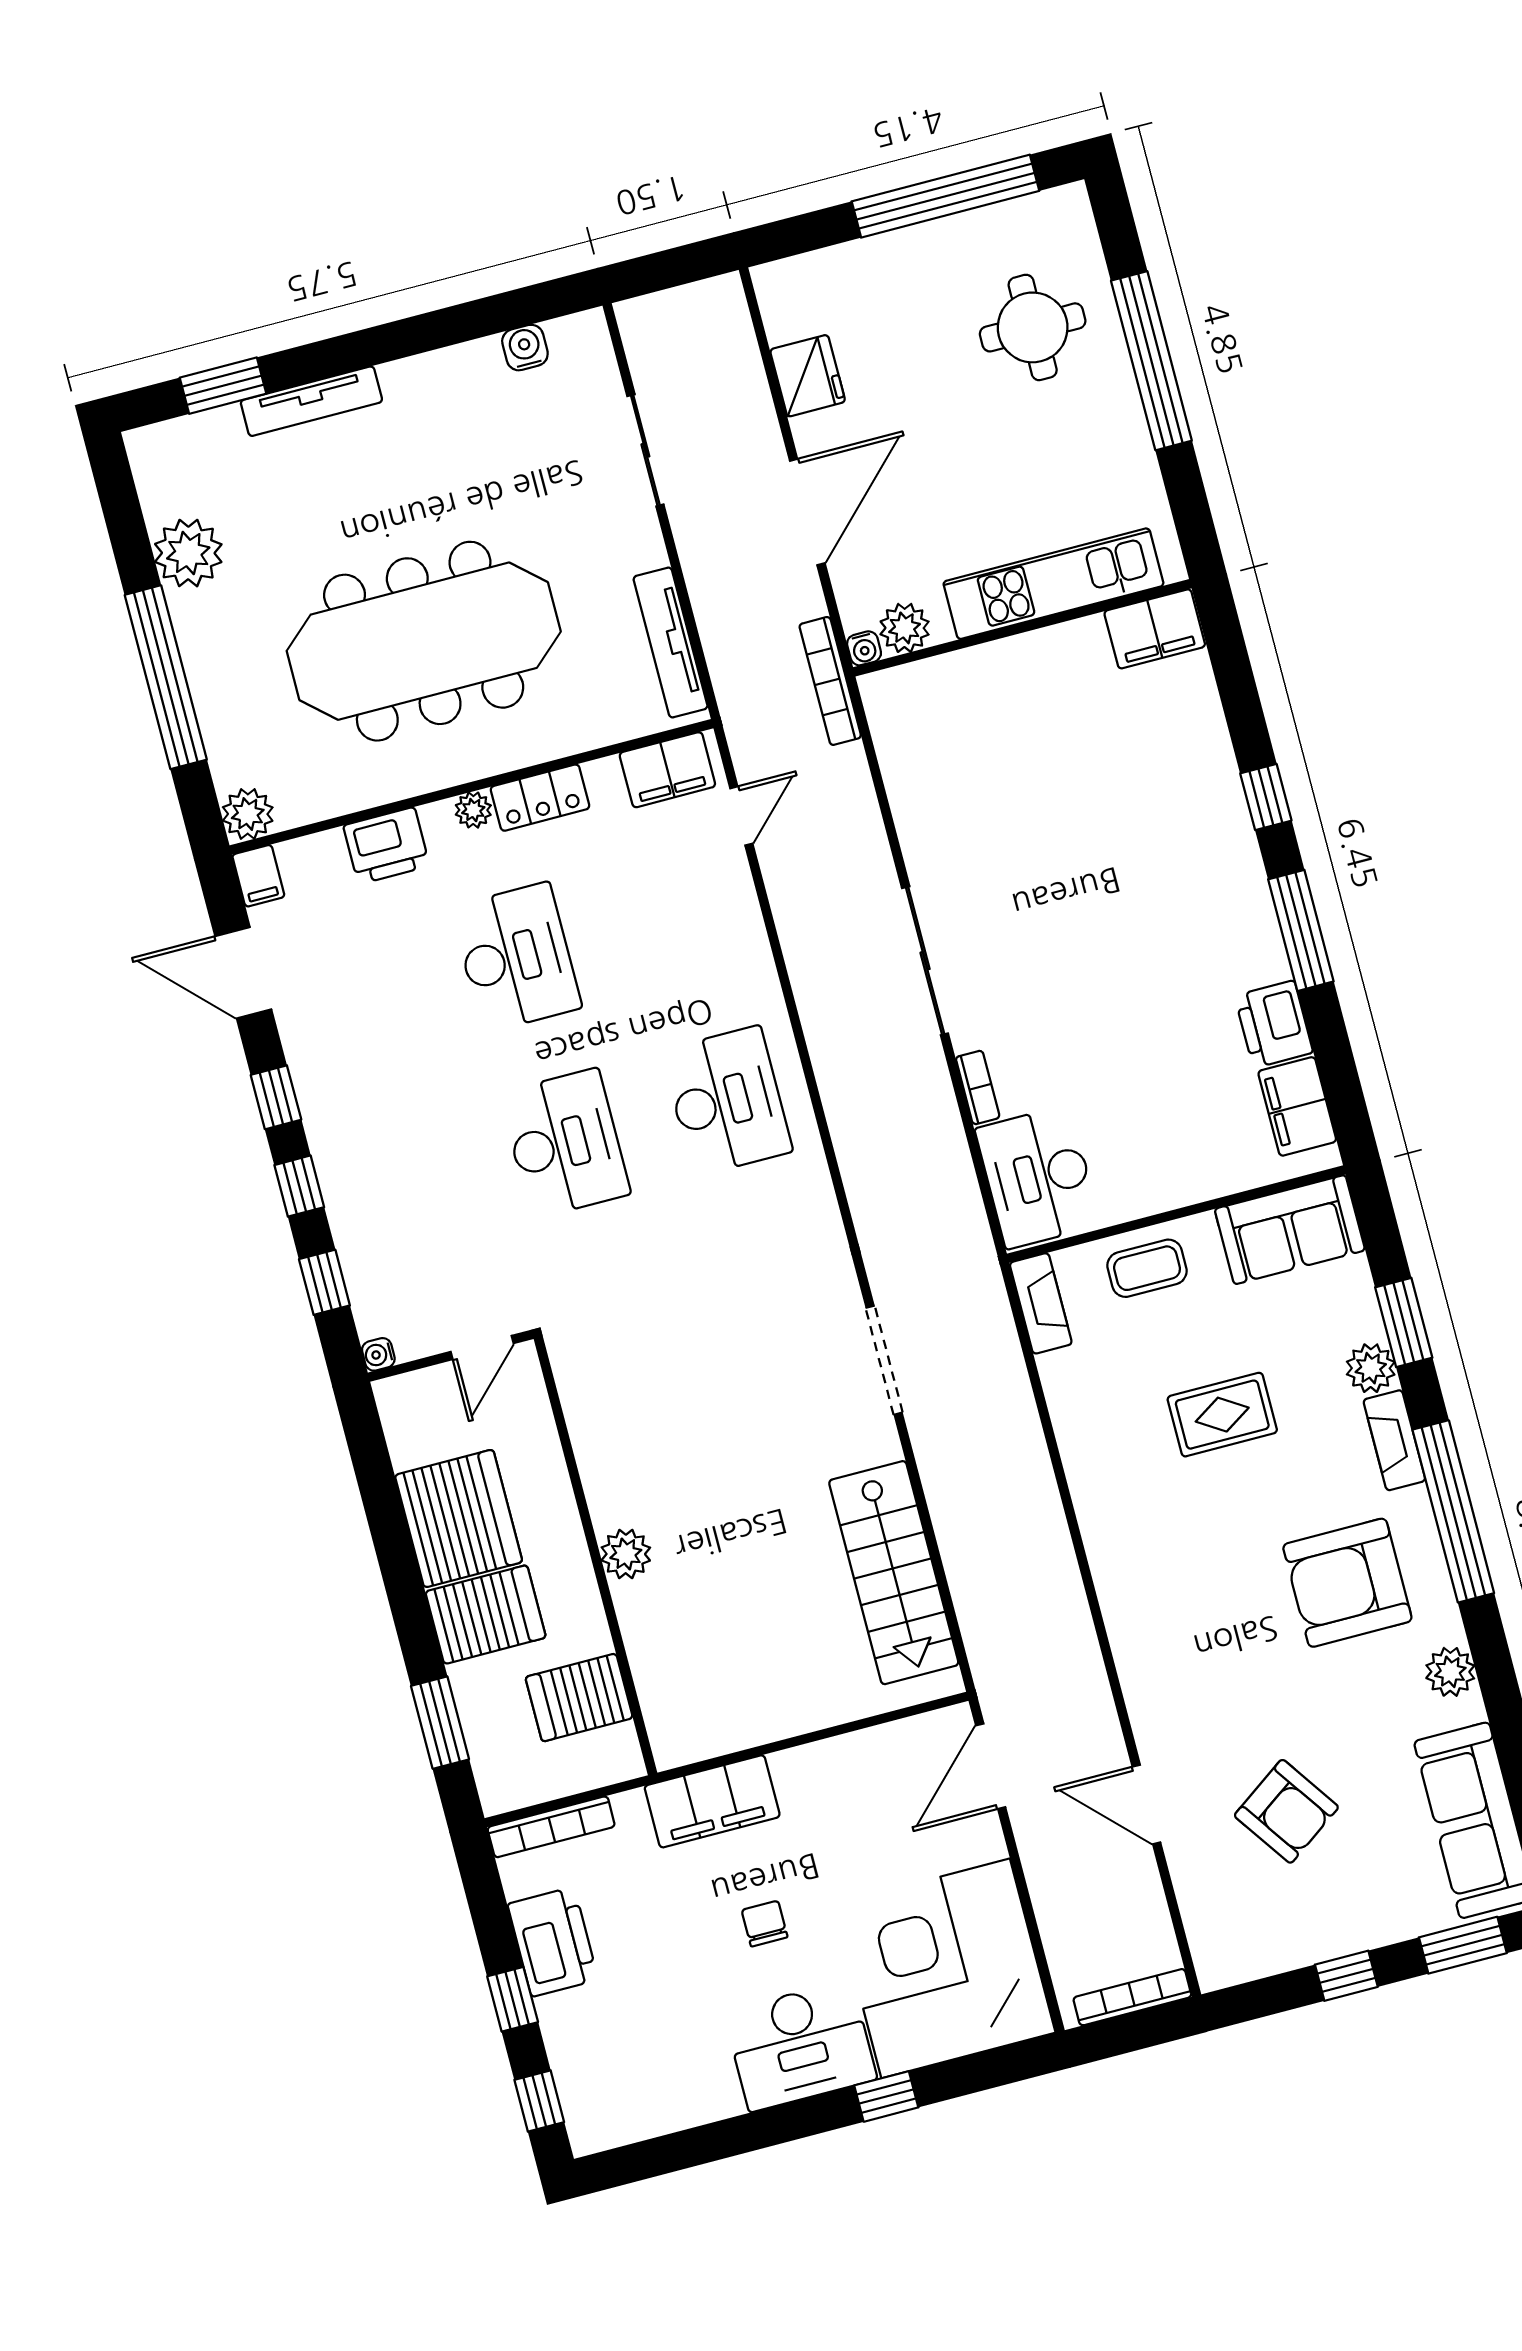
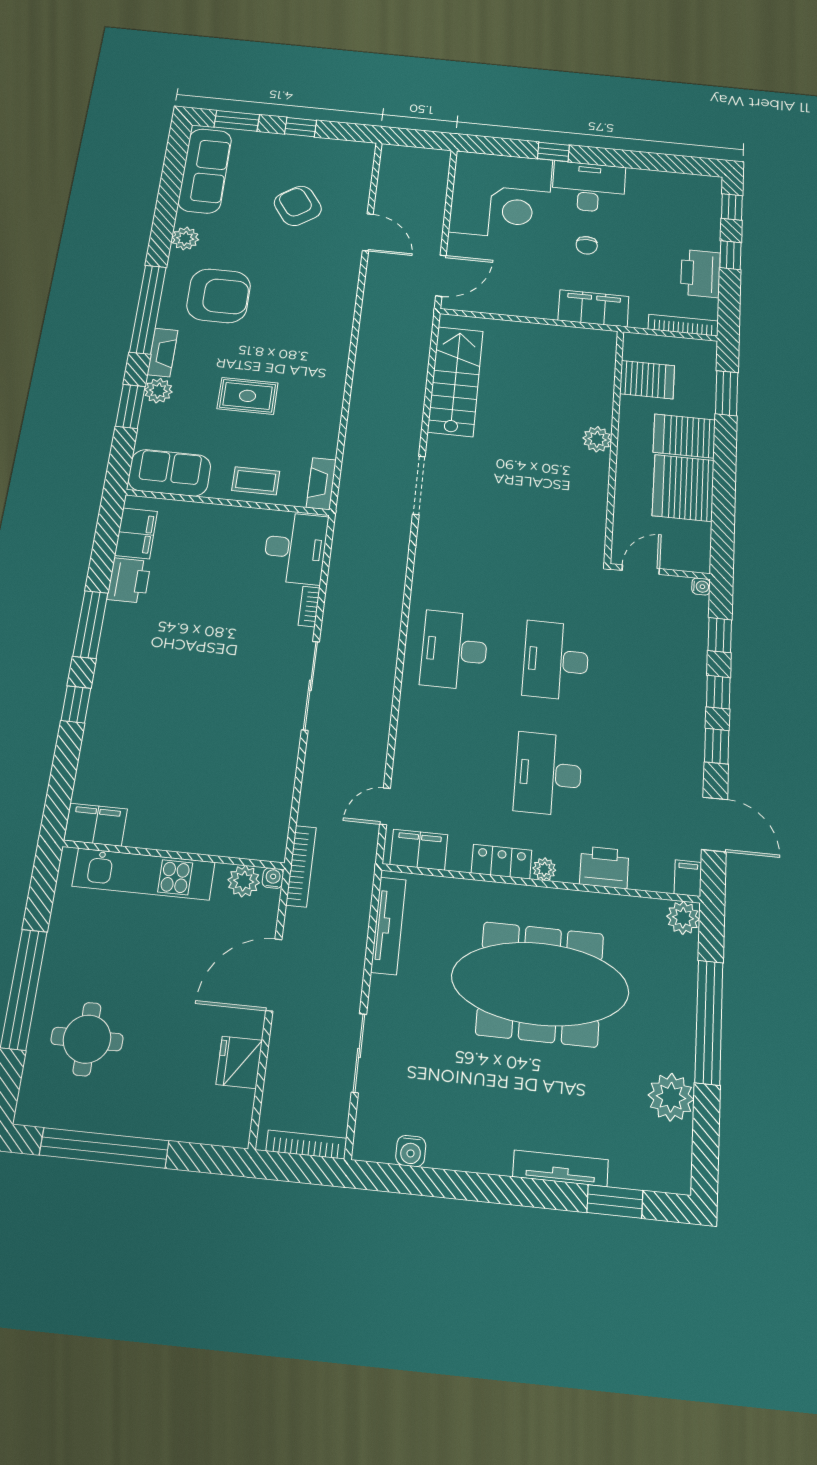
bookcase: (1132, 1997) -> (306, 1145), moved, turned 180

